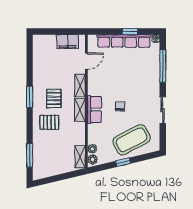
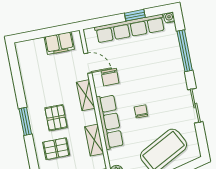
door: (86, 61) -> (88, 63), hinge flipped
chair: (101, 75) -> (110, 77), added
shelving: (80, 110) -> (94, 140), moved
row of seats: (94, 110) -> (110, 122), width x1.48

